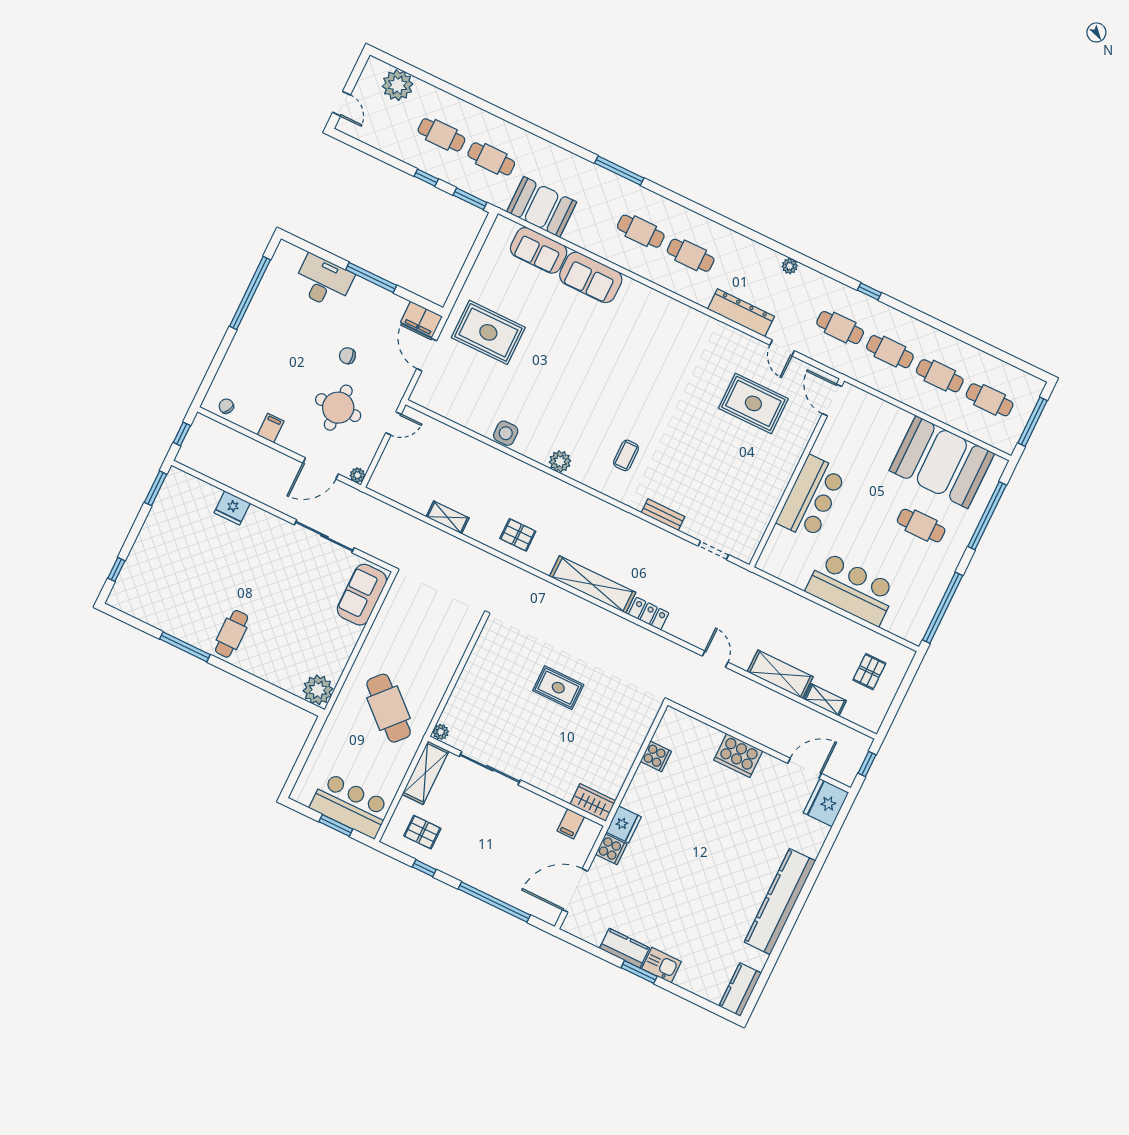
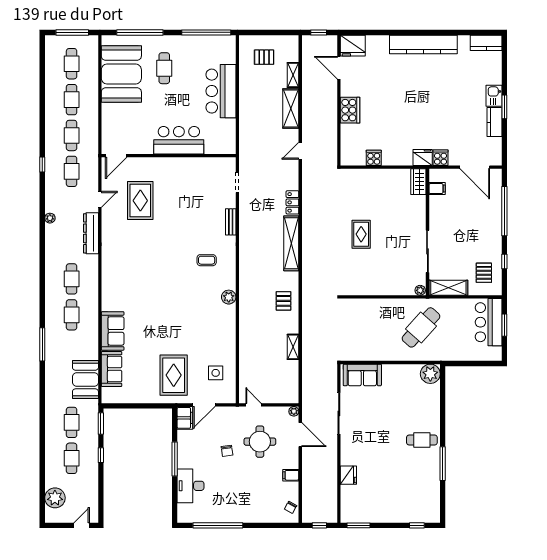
side table: (506, 433) -> (216, 373), moved

